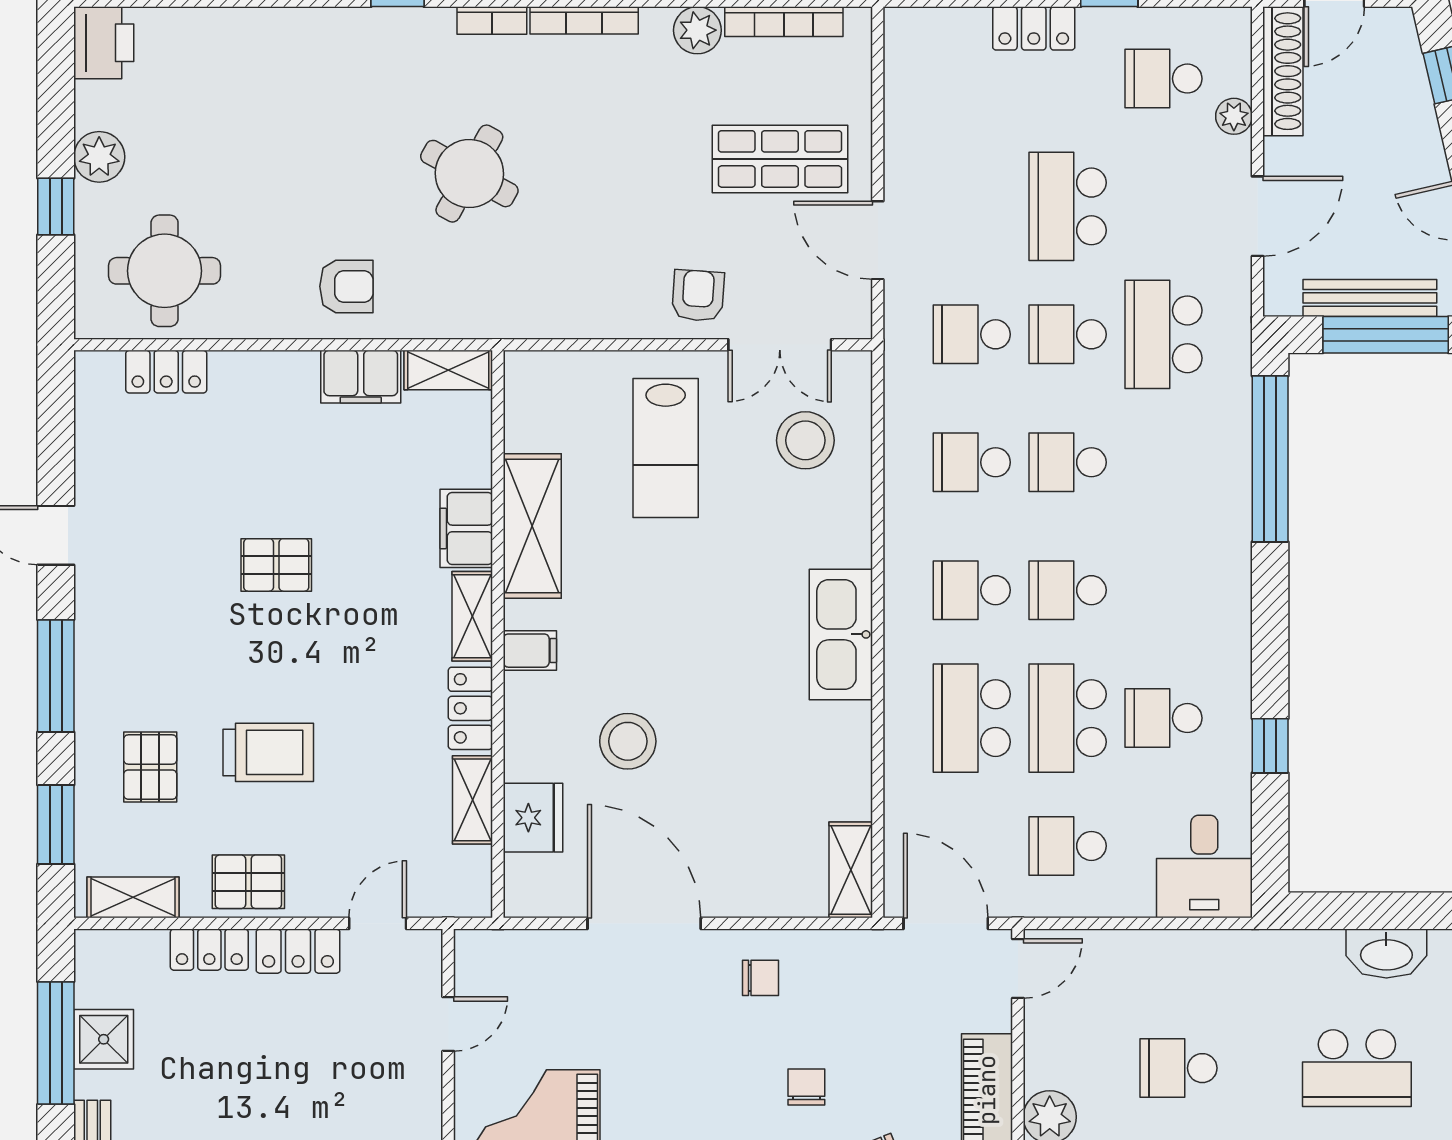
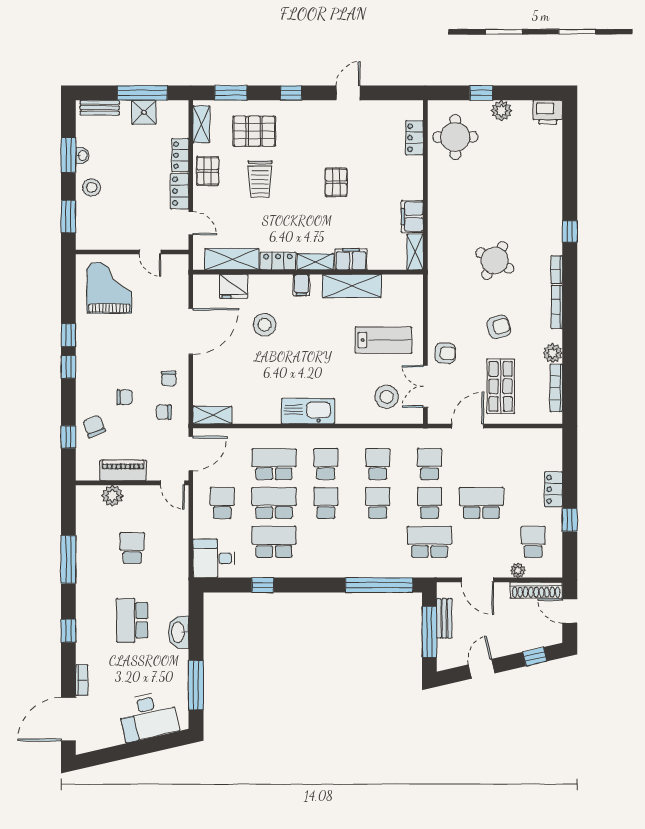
armchair: (346, 286) -> (499, 327), moved, turned -106
bench: (1370, 298) -> (444, 618), width x0.73
lab bench: (666, 448) -> (383, 340), turned 180
window: (56, 676) -> (291, 93), width x0.46
school desk: (1163, 718) -> (274, 542), width x1.85
pallet: (150, 767) -> (254, 131), width x1.50, depth x1.42
shelving: (473, 800) -> (232, 259), width x1.50, depth x1.33
chair: (843, 991) -> (164, 412), added

